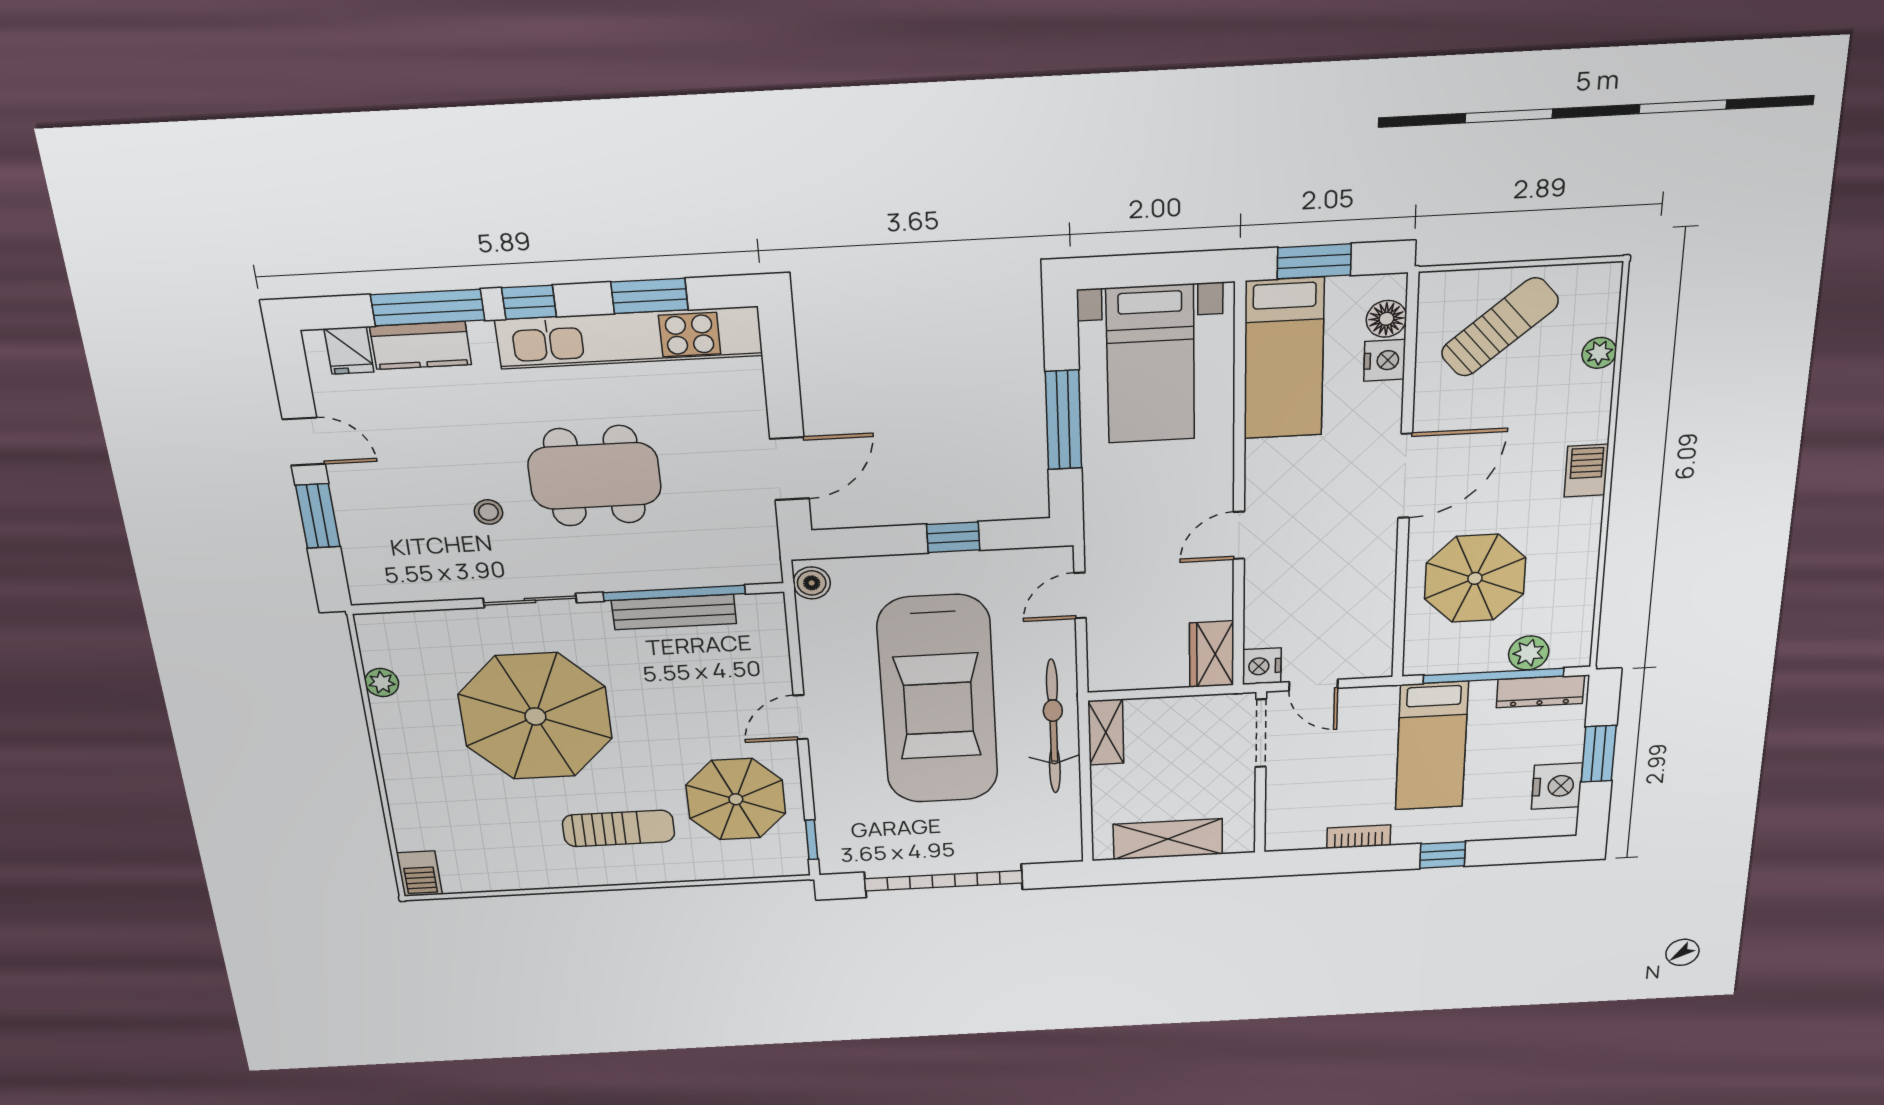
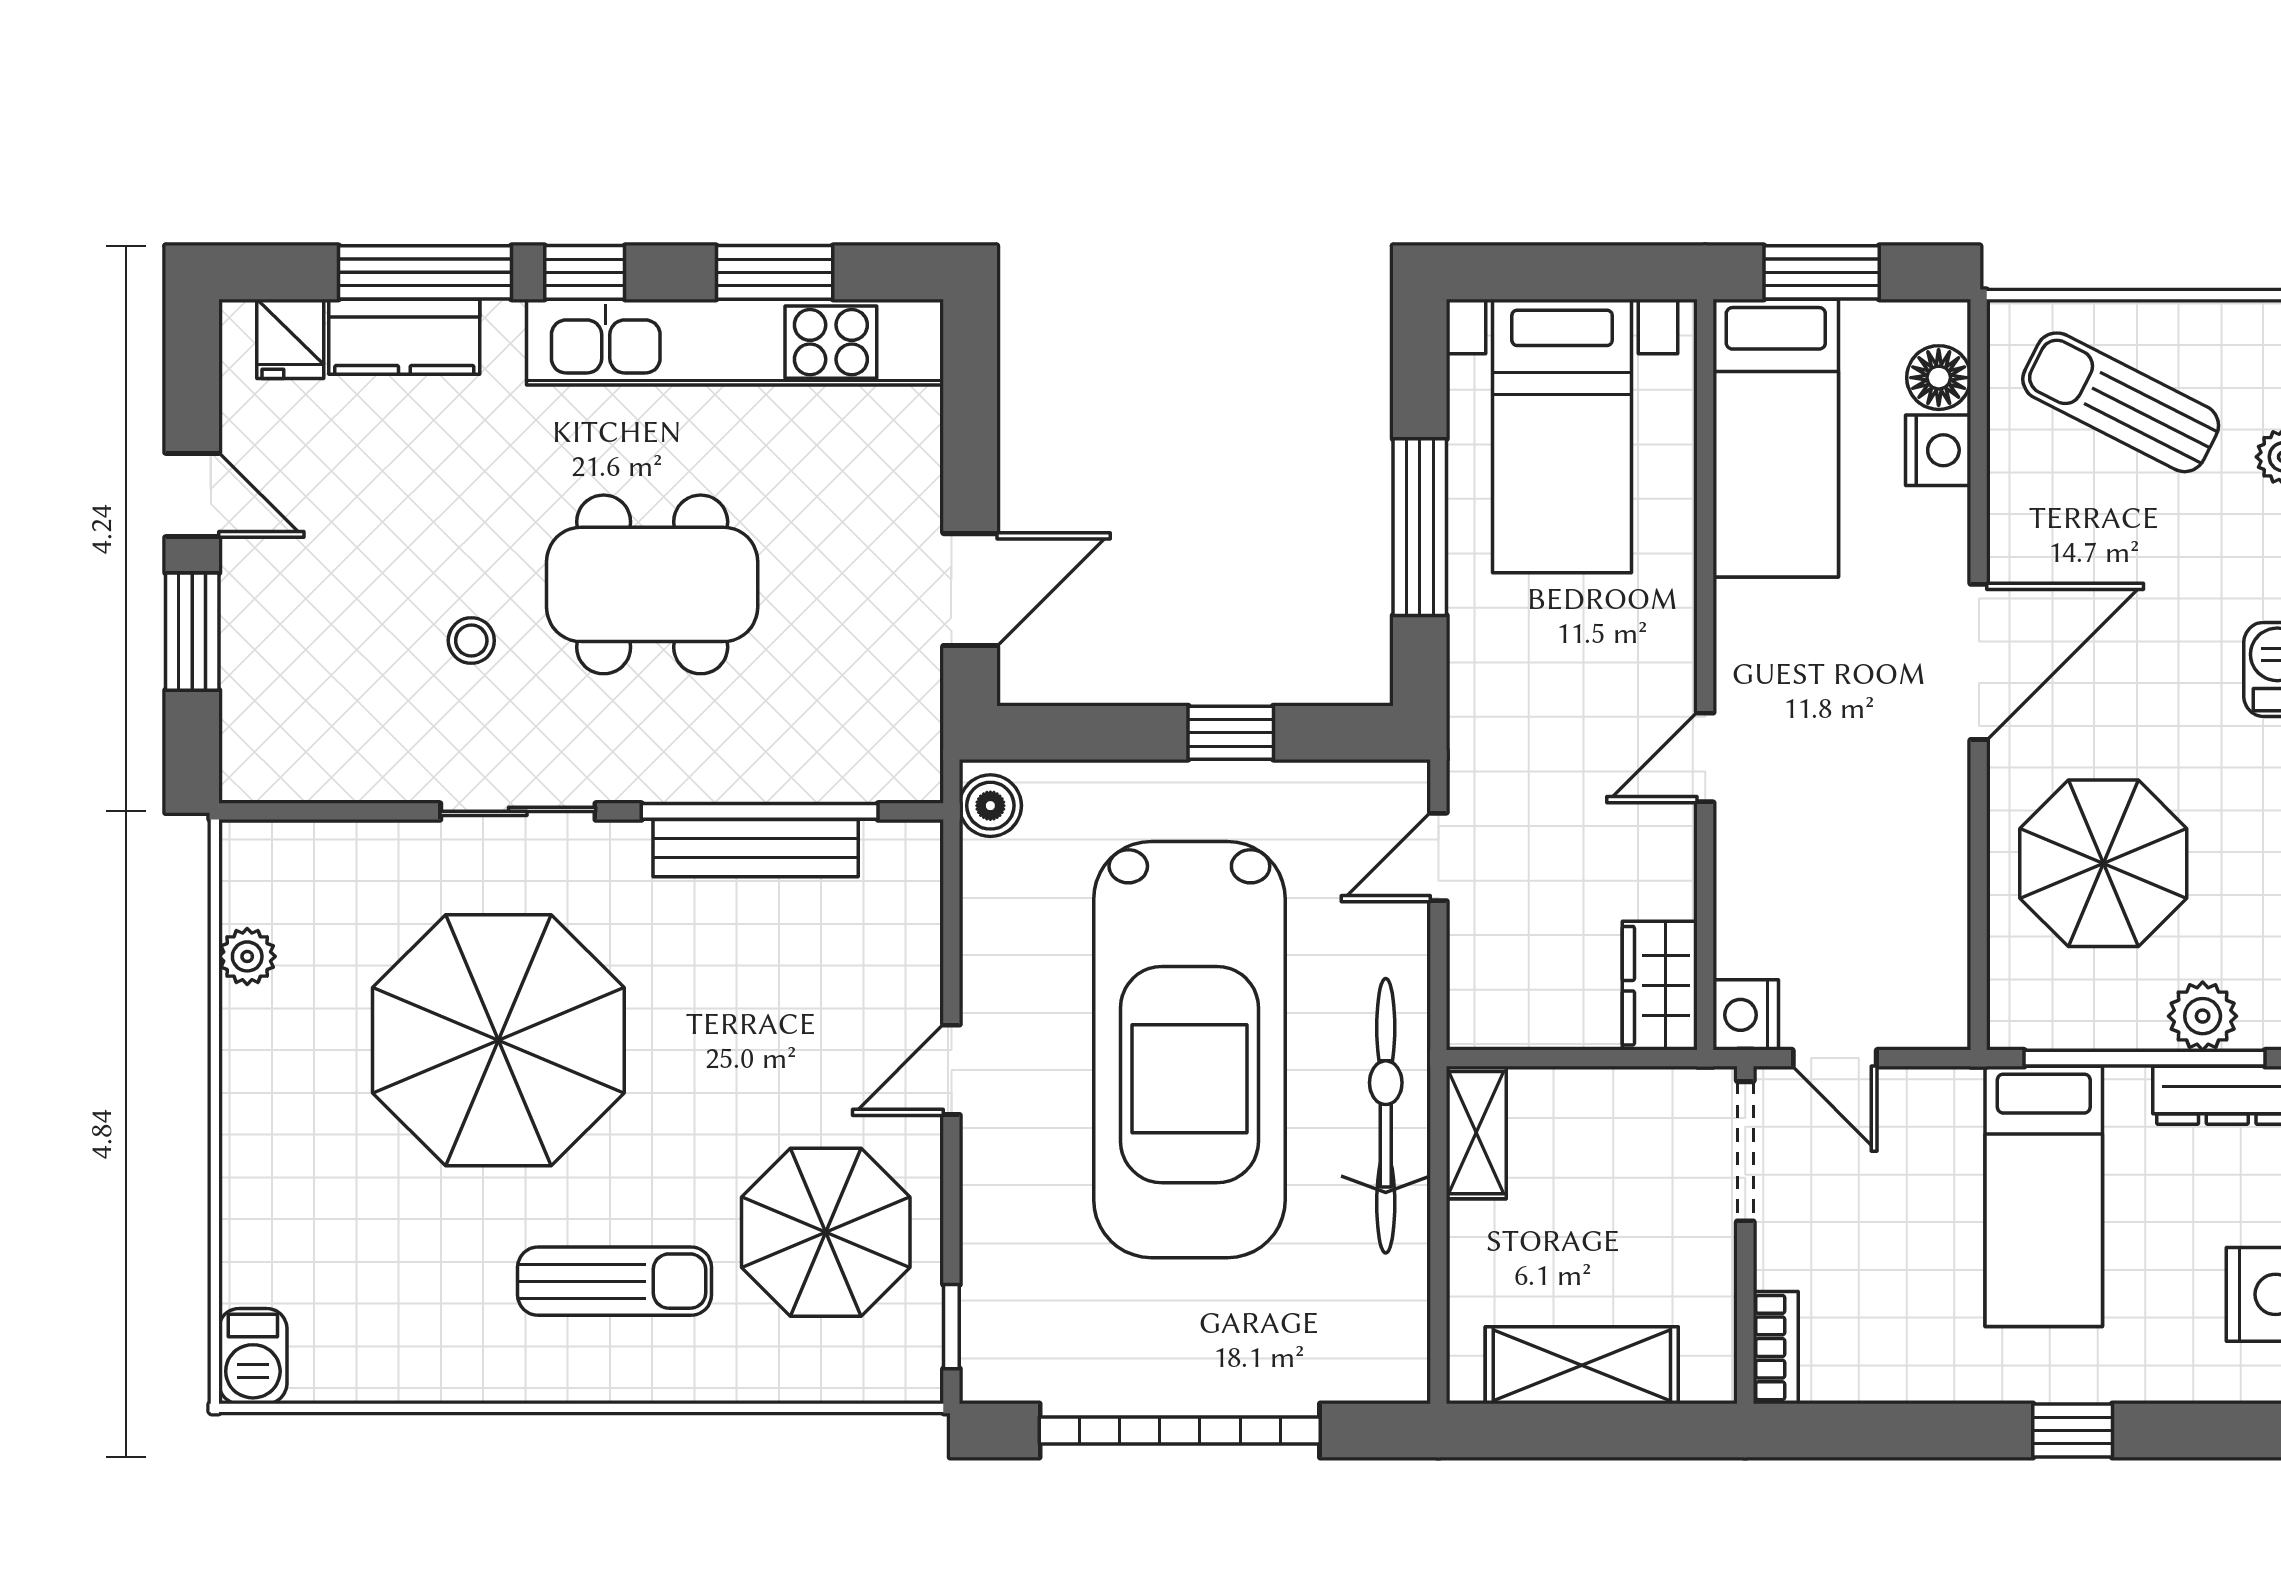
sun lounger: (1500, 327) -> (2121, 402), turned -113
bookcase: (1359, 837) -> (1776, 1348), moved, turned 90

